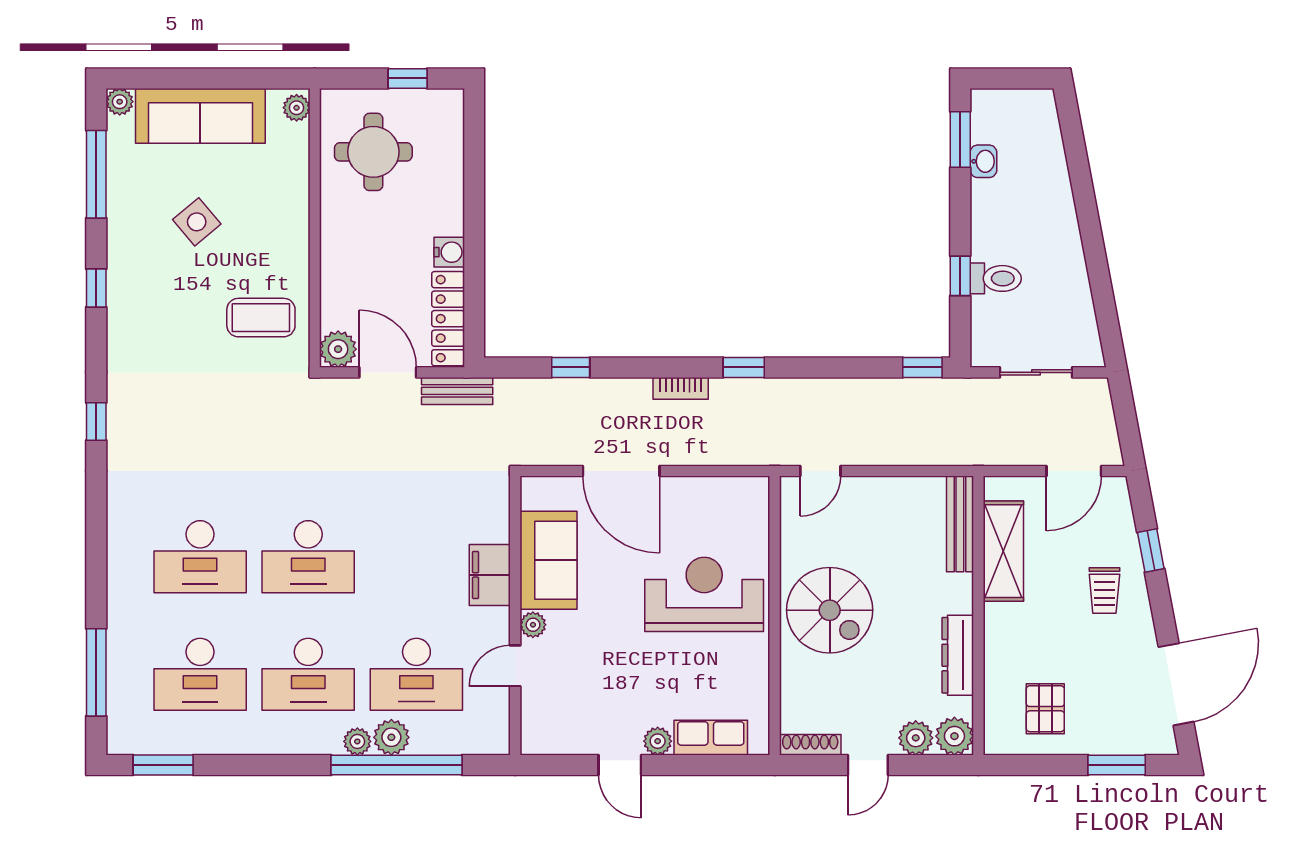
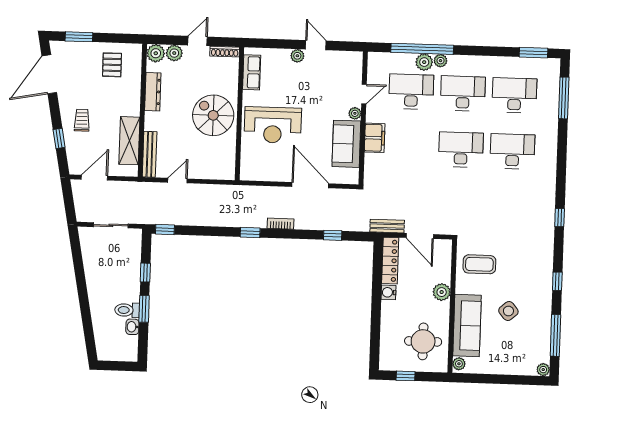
sofa: (200, 116) -> (467, 326), moved, turned 90
window: (960, 139) -> (144, 309), moved
toilet: (996, 278) -> (127, 310), moved
plant: (338, 349) -> (442, 292), moved
door: (820, 471) -> (177, 181), moved
row of seats: (711, 738) -> (252, 72), moved, turned -90

